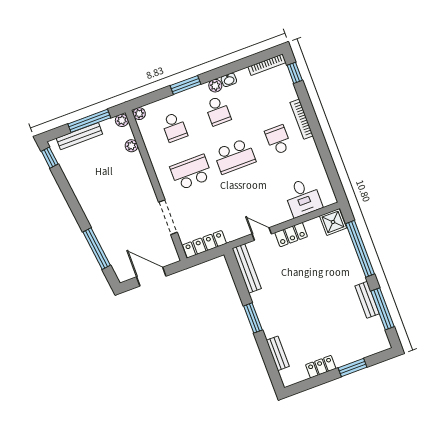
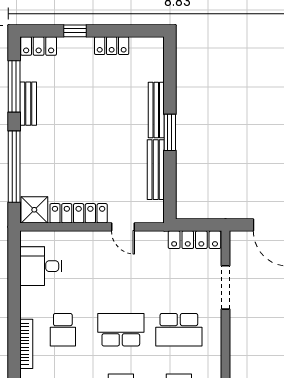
desk: (303, 197) -> (41, 266), moved, turned -90
locker: (291, 235) -> (79, 213), width x1.53
bench: (247, 268) -> (156, 170), moved
locker: (375, 346) -> (39, 46), added
bench: (278, 353) -> (156, 110), moved, width x1.36
window: (352, 368) -> (75, 31), width x0.67

